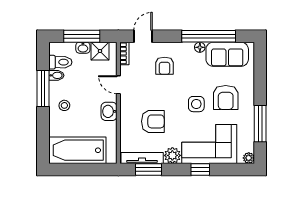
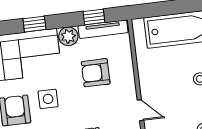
washbasin: (109, 111) -> (148, 78), removed
window: (149, 169) -> (94, 17), width x0.67

